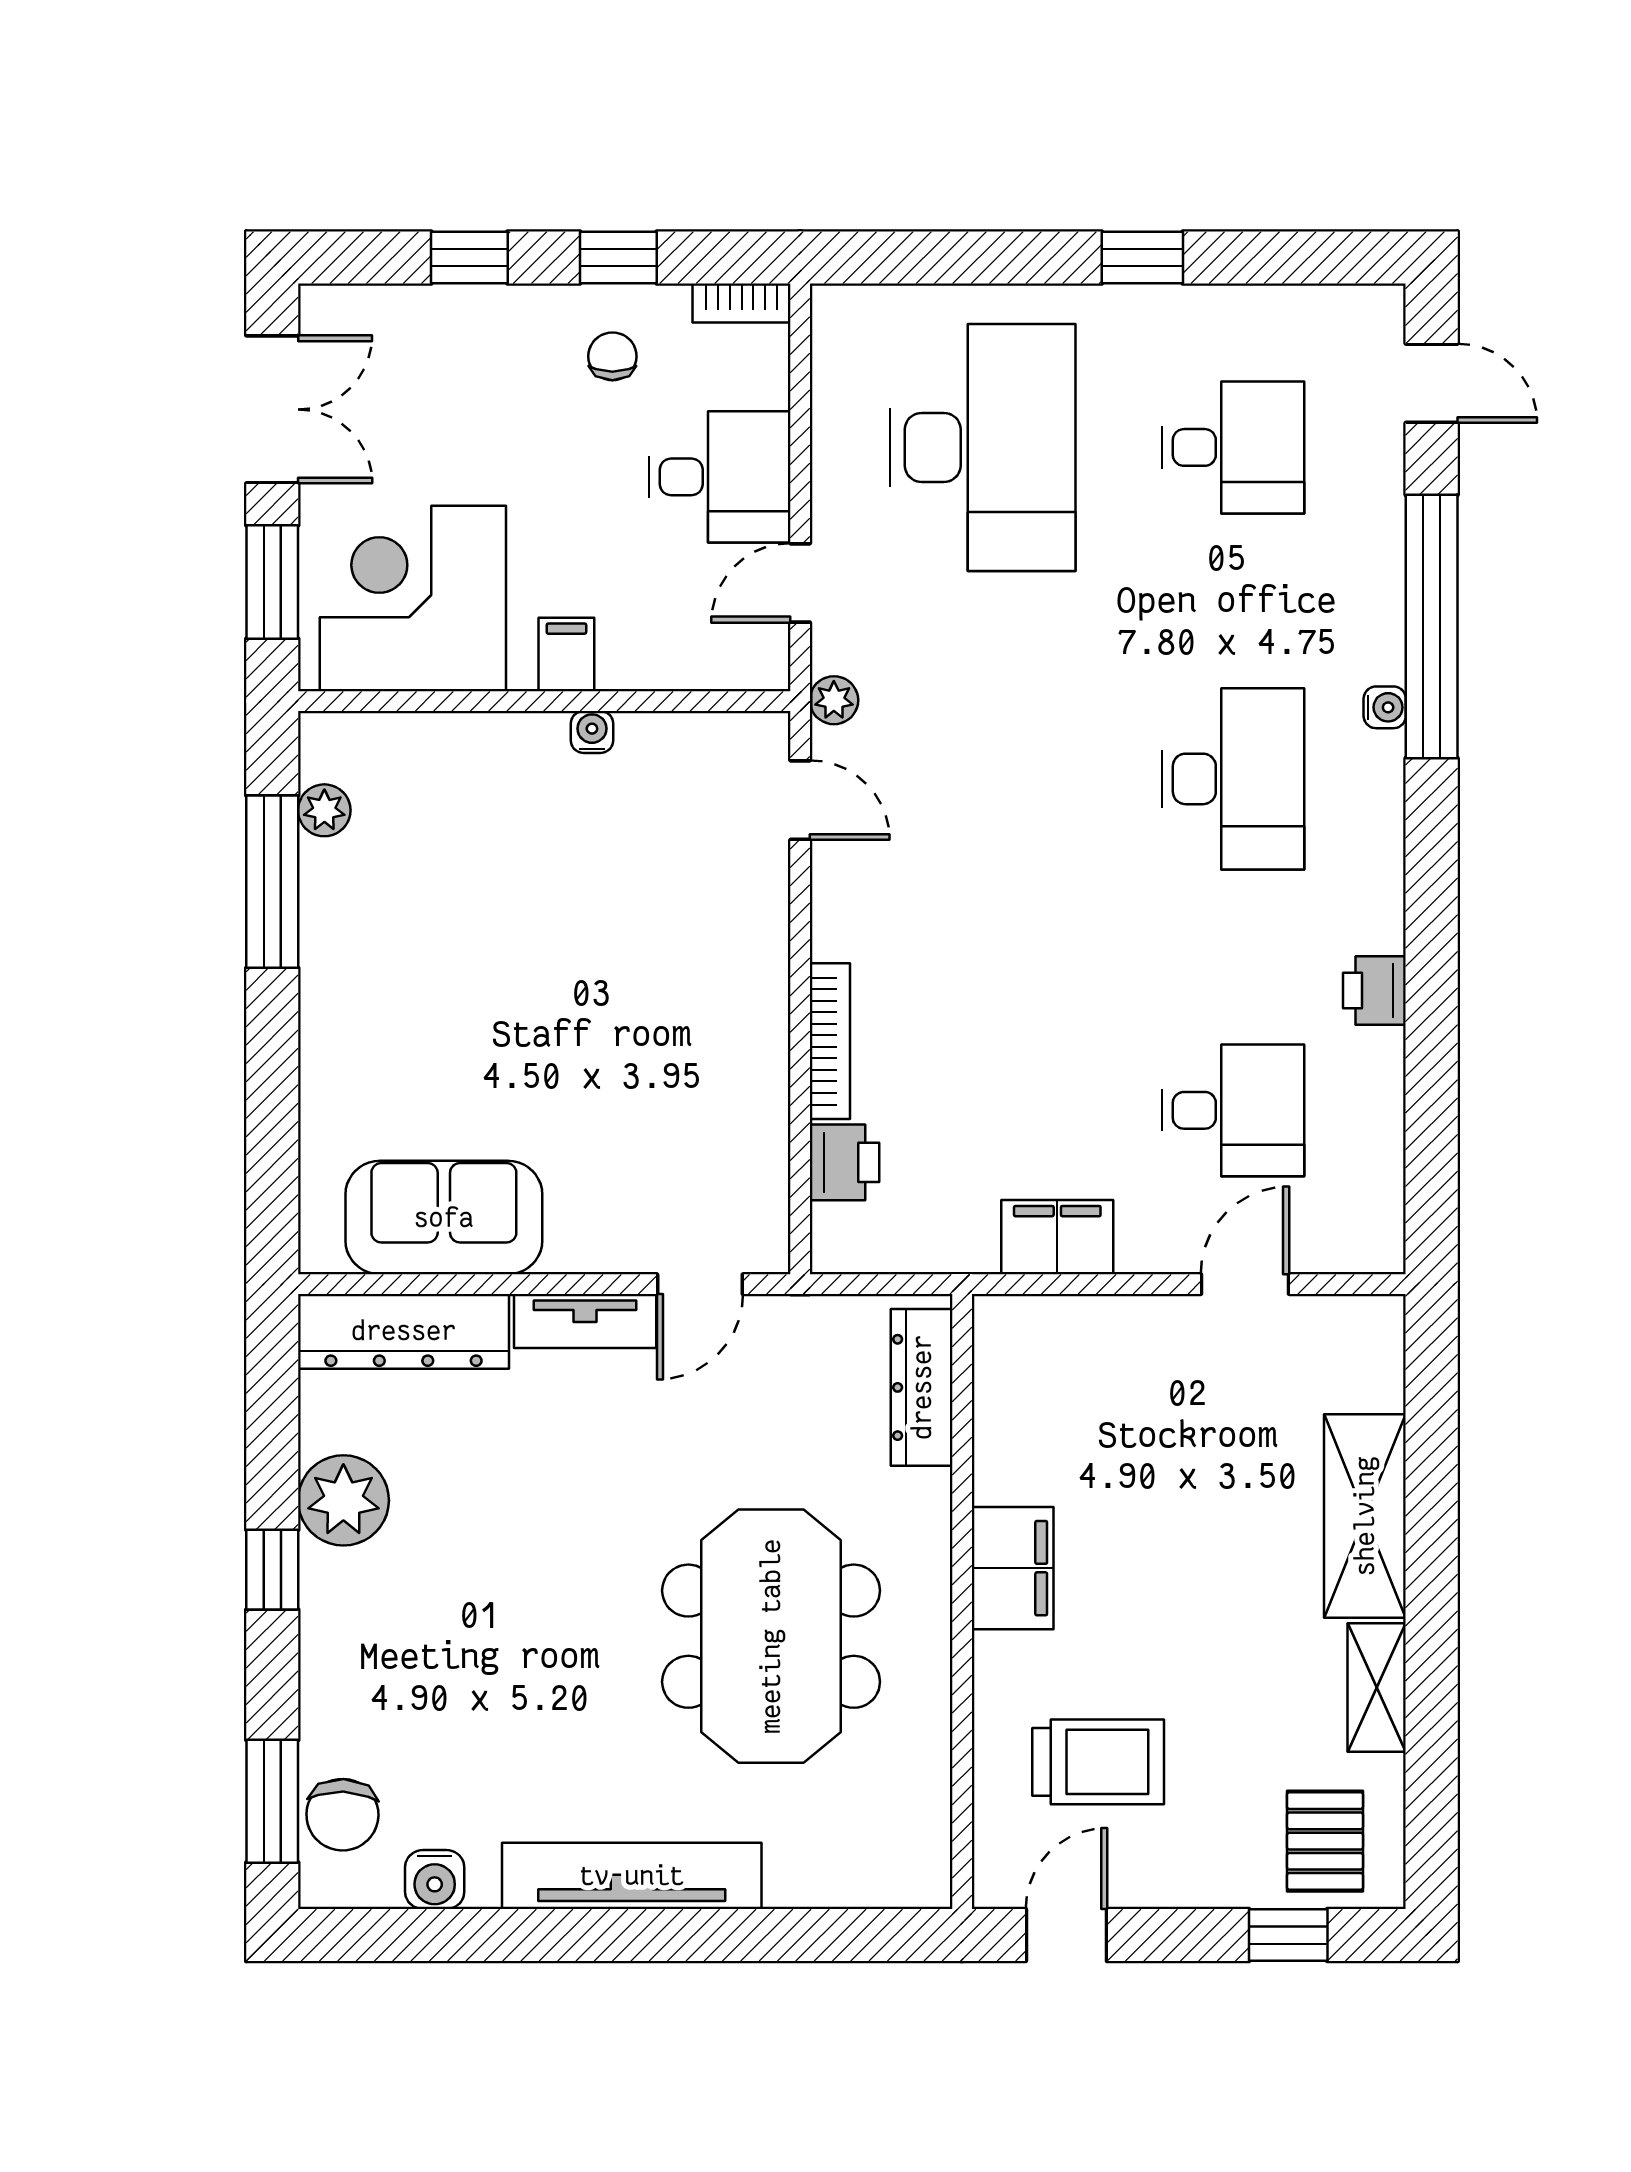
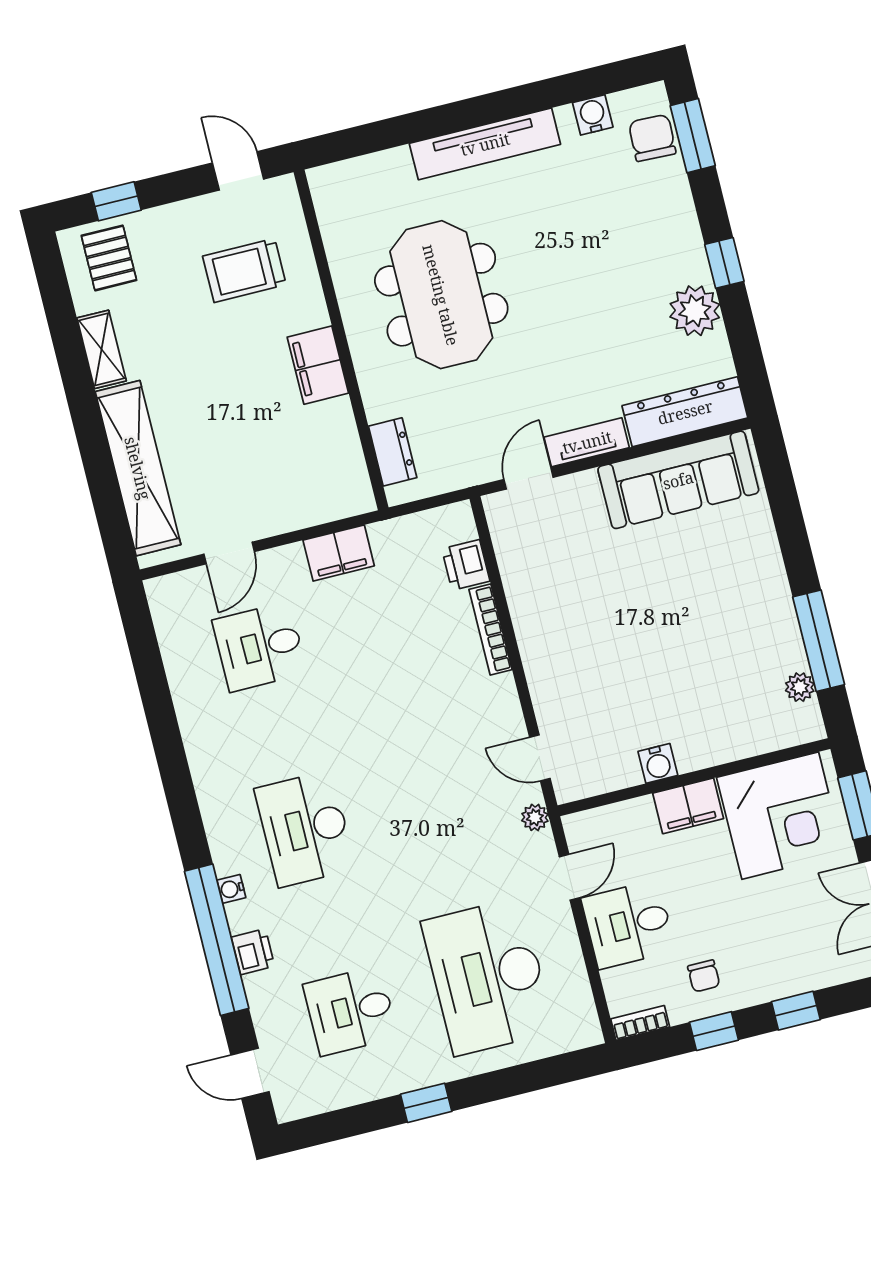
filing cabinet: (566, 654) -> (688, 806), width x2.00
water cooler: (592, 732) -> (658, 763), width x1.38, depth x1.38
printer: (1374, 991) -> (253, 952), moved
sofa: (444, 1218) -> (678, 480), width x1.36
dresser: (922, 1387) -> (393, 452), width x0.70
shelving: (1365, 1516) -> (138, 468), width x1.47
door: (1066, 1935) -> (238, 171), swing flipped

